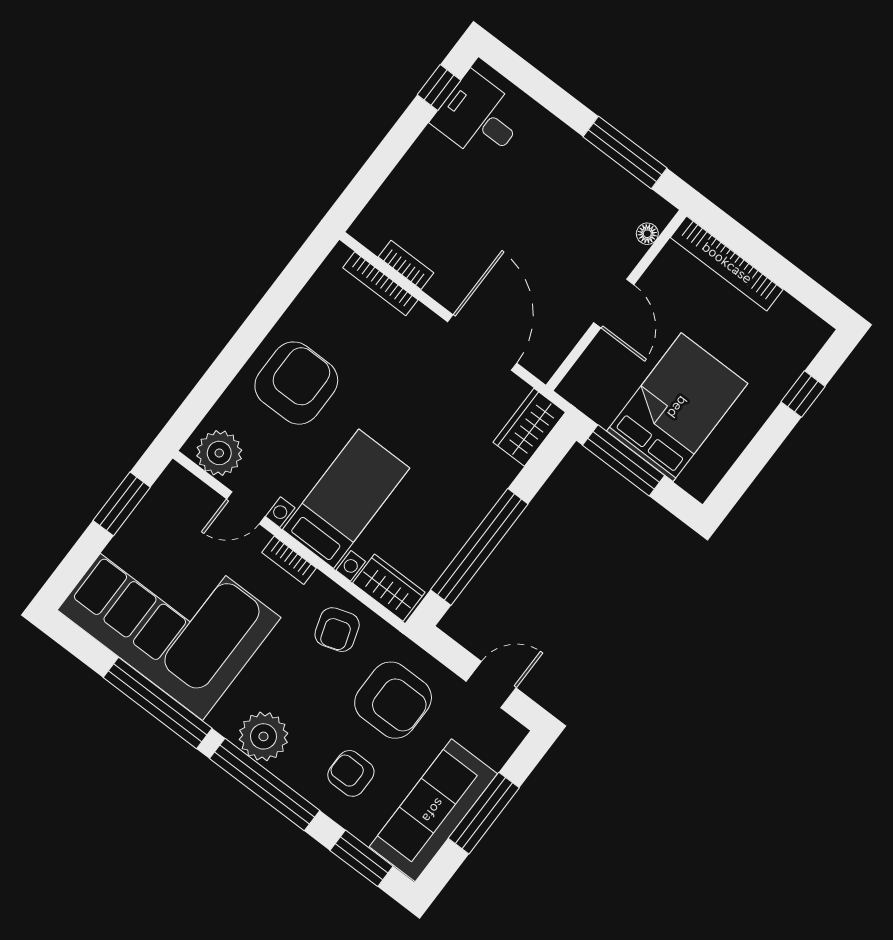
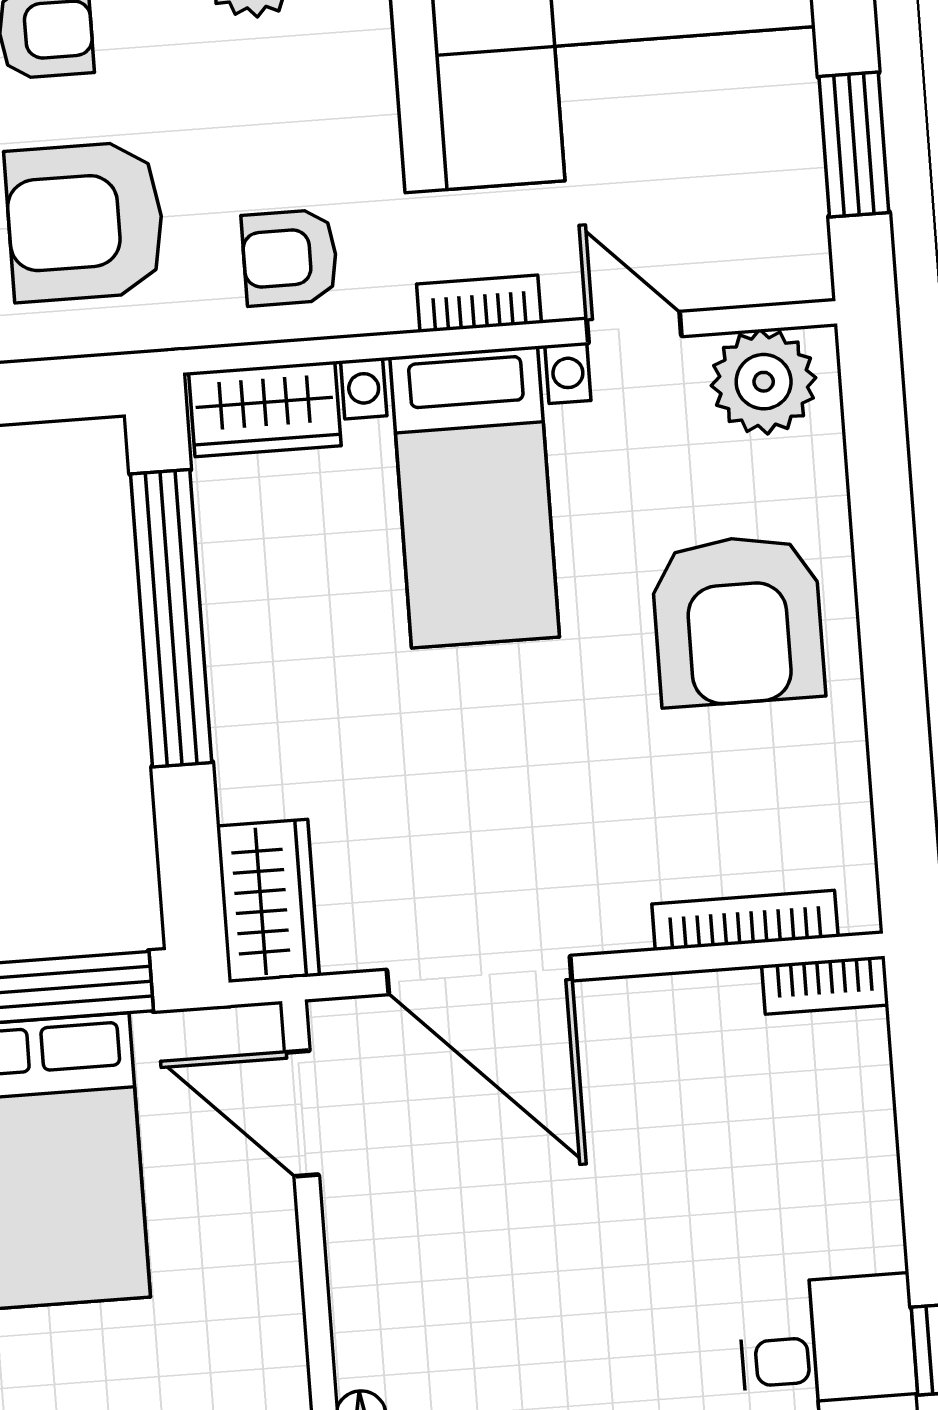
bookcase: (406, 265) -> (825, 985), moved
door: (614, 304) -> (302, 1114), moved
door: (246, 508) -> (634, 327), hinge flipped
armchair: (337, 630) -> (290, 258), turned -72

